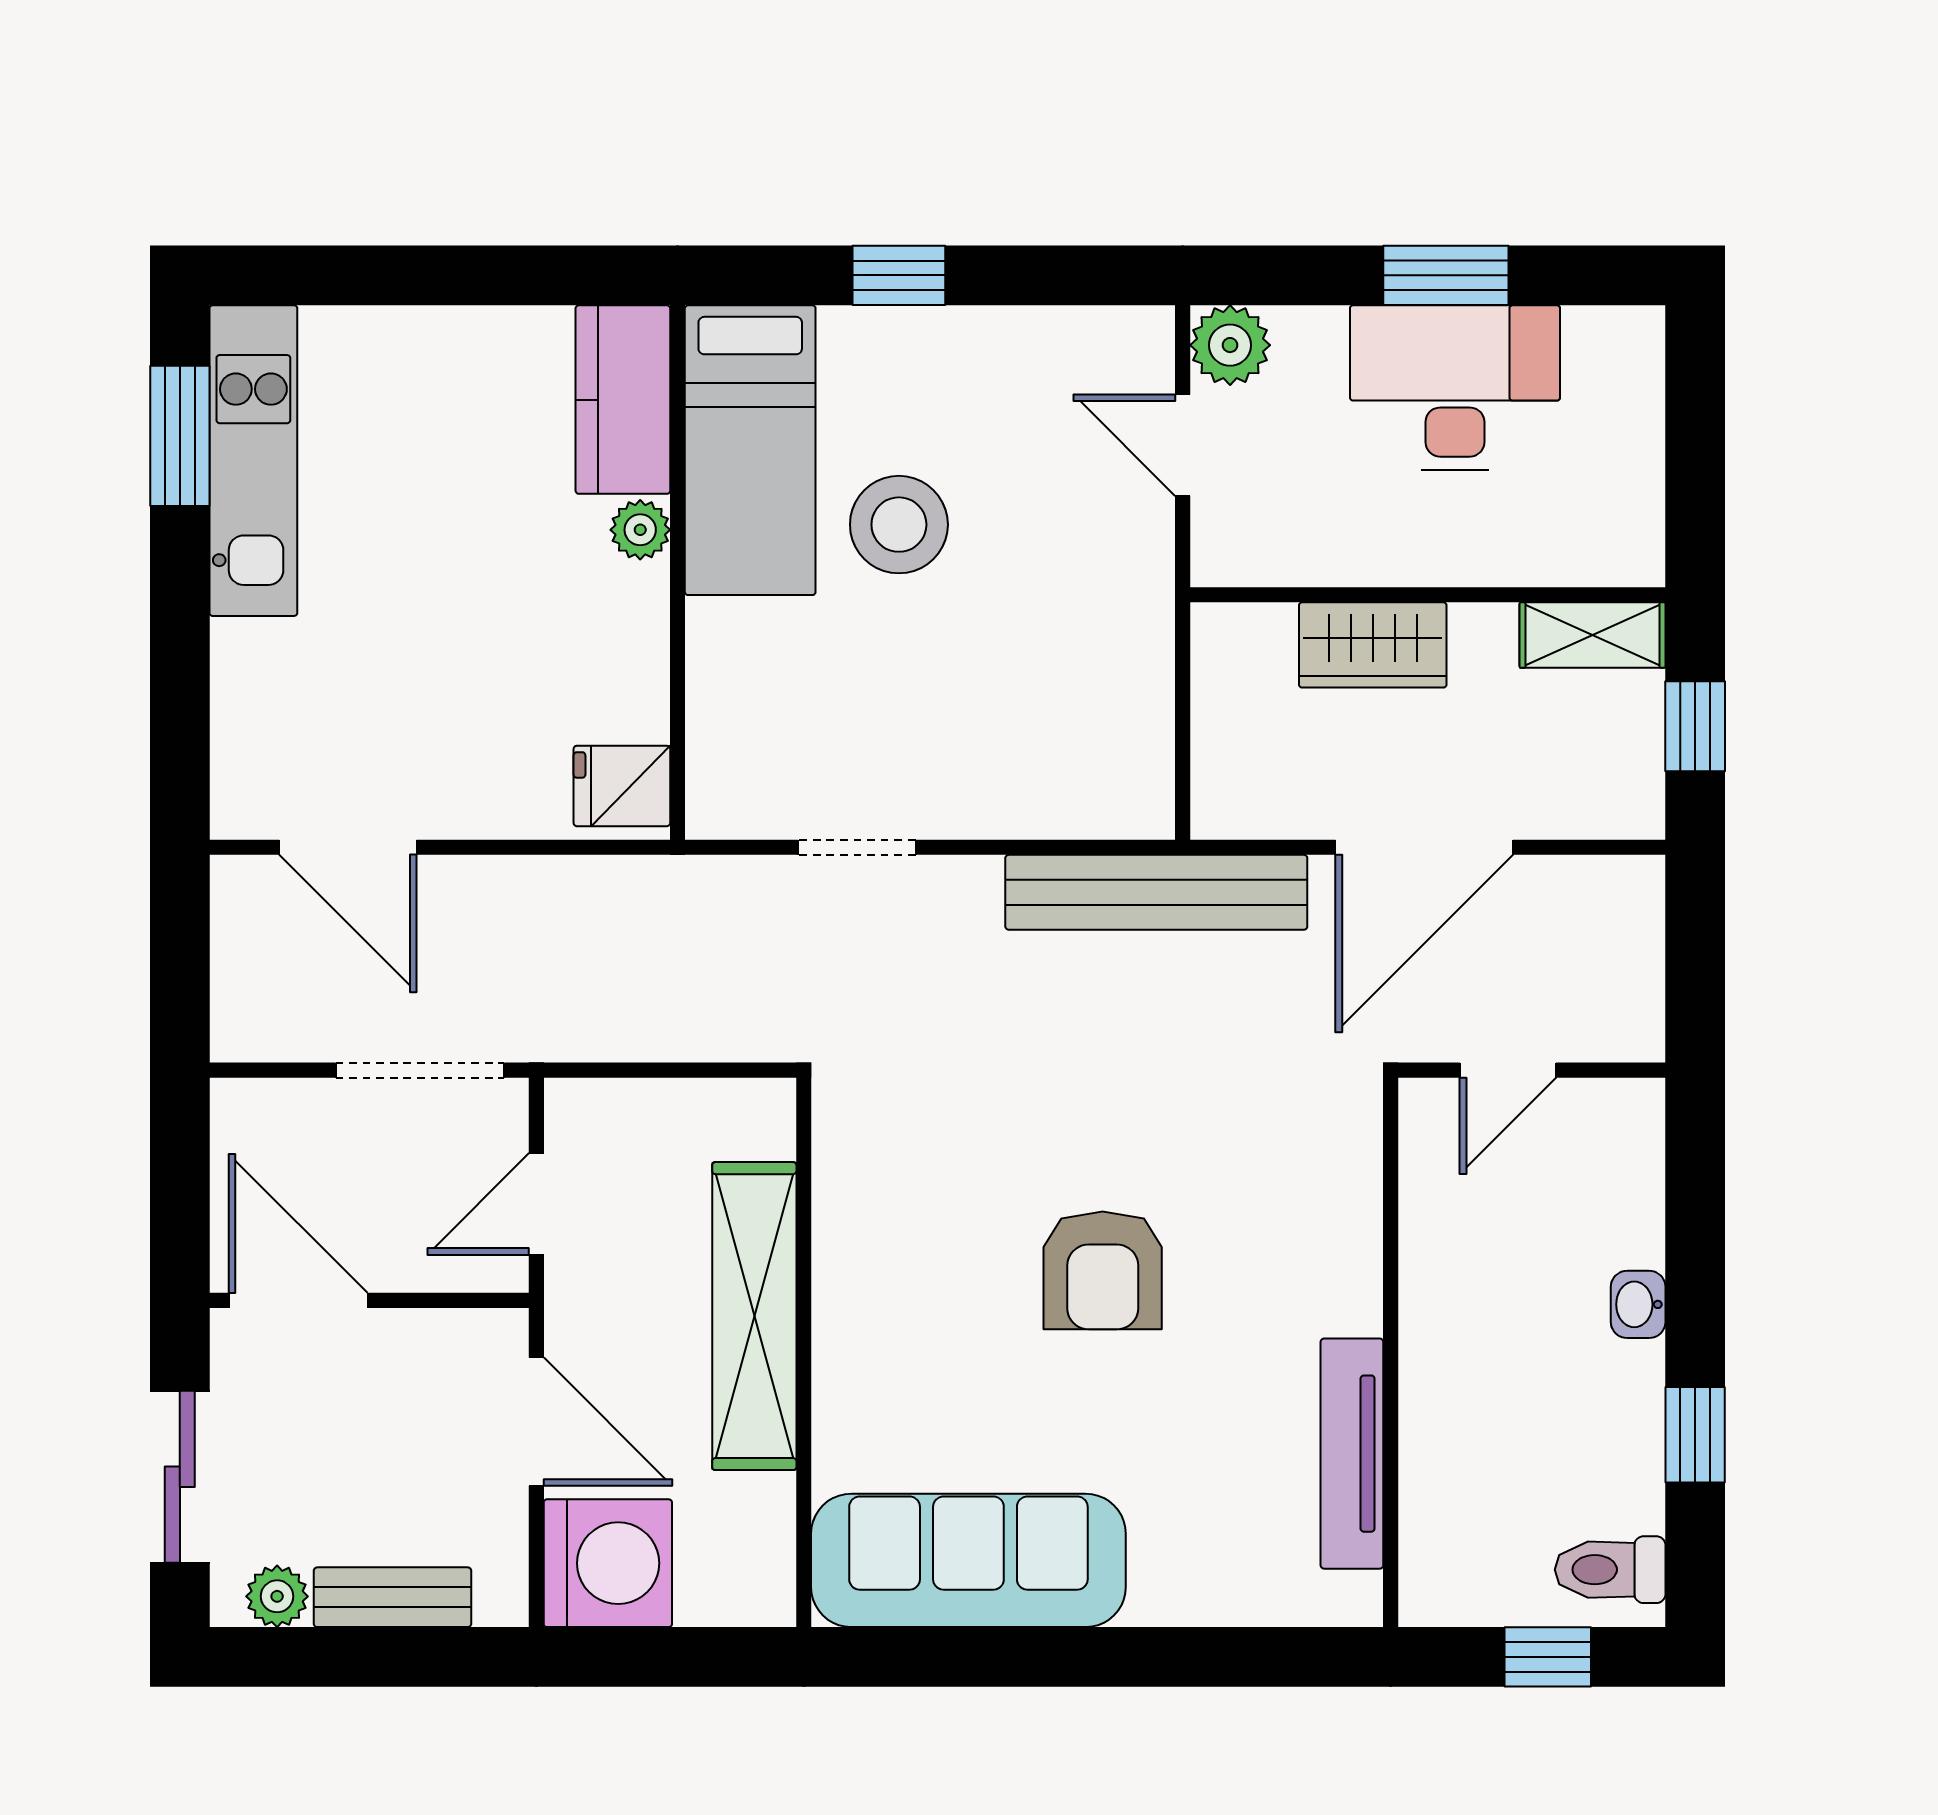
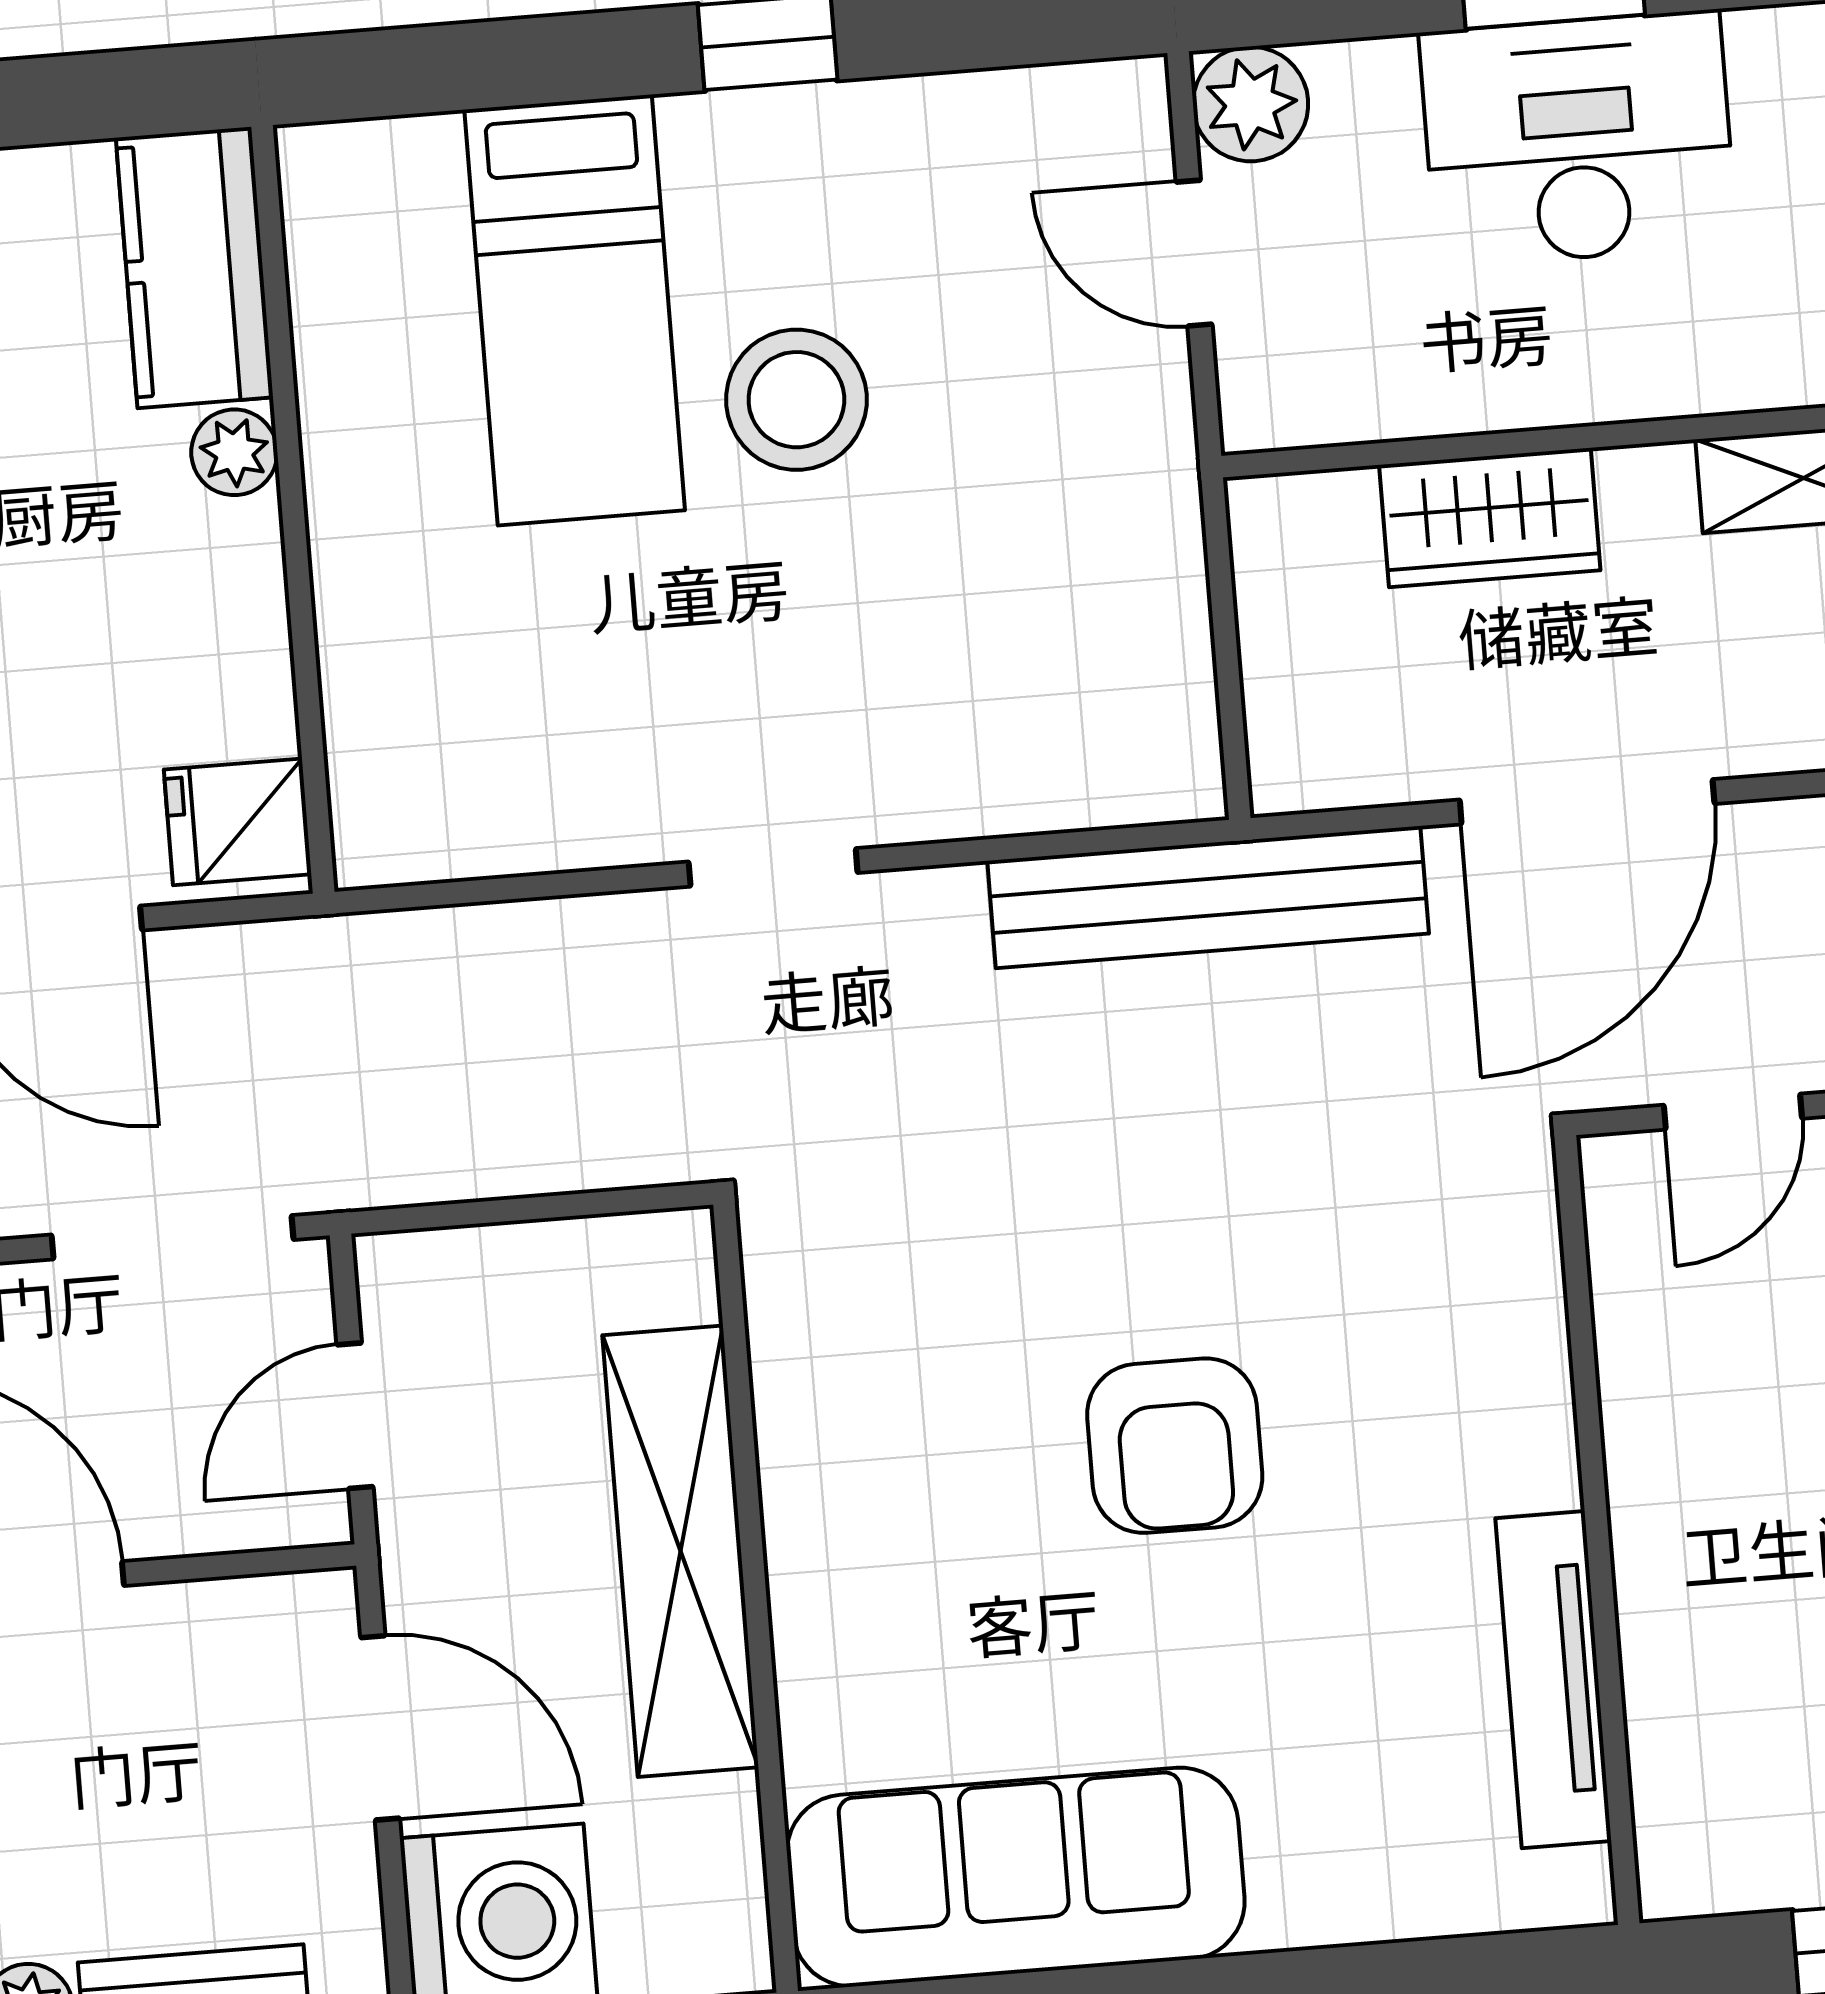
kitchen counter: (623, 400) -> (194, 268), moved
plant: (640, 530) -> (234, 452), moved
wall: (678, 572) -> (293, 509), moved
fridge: (622, 786) -> (238, 822), moved

